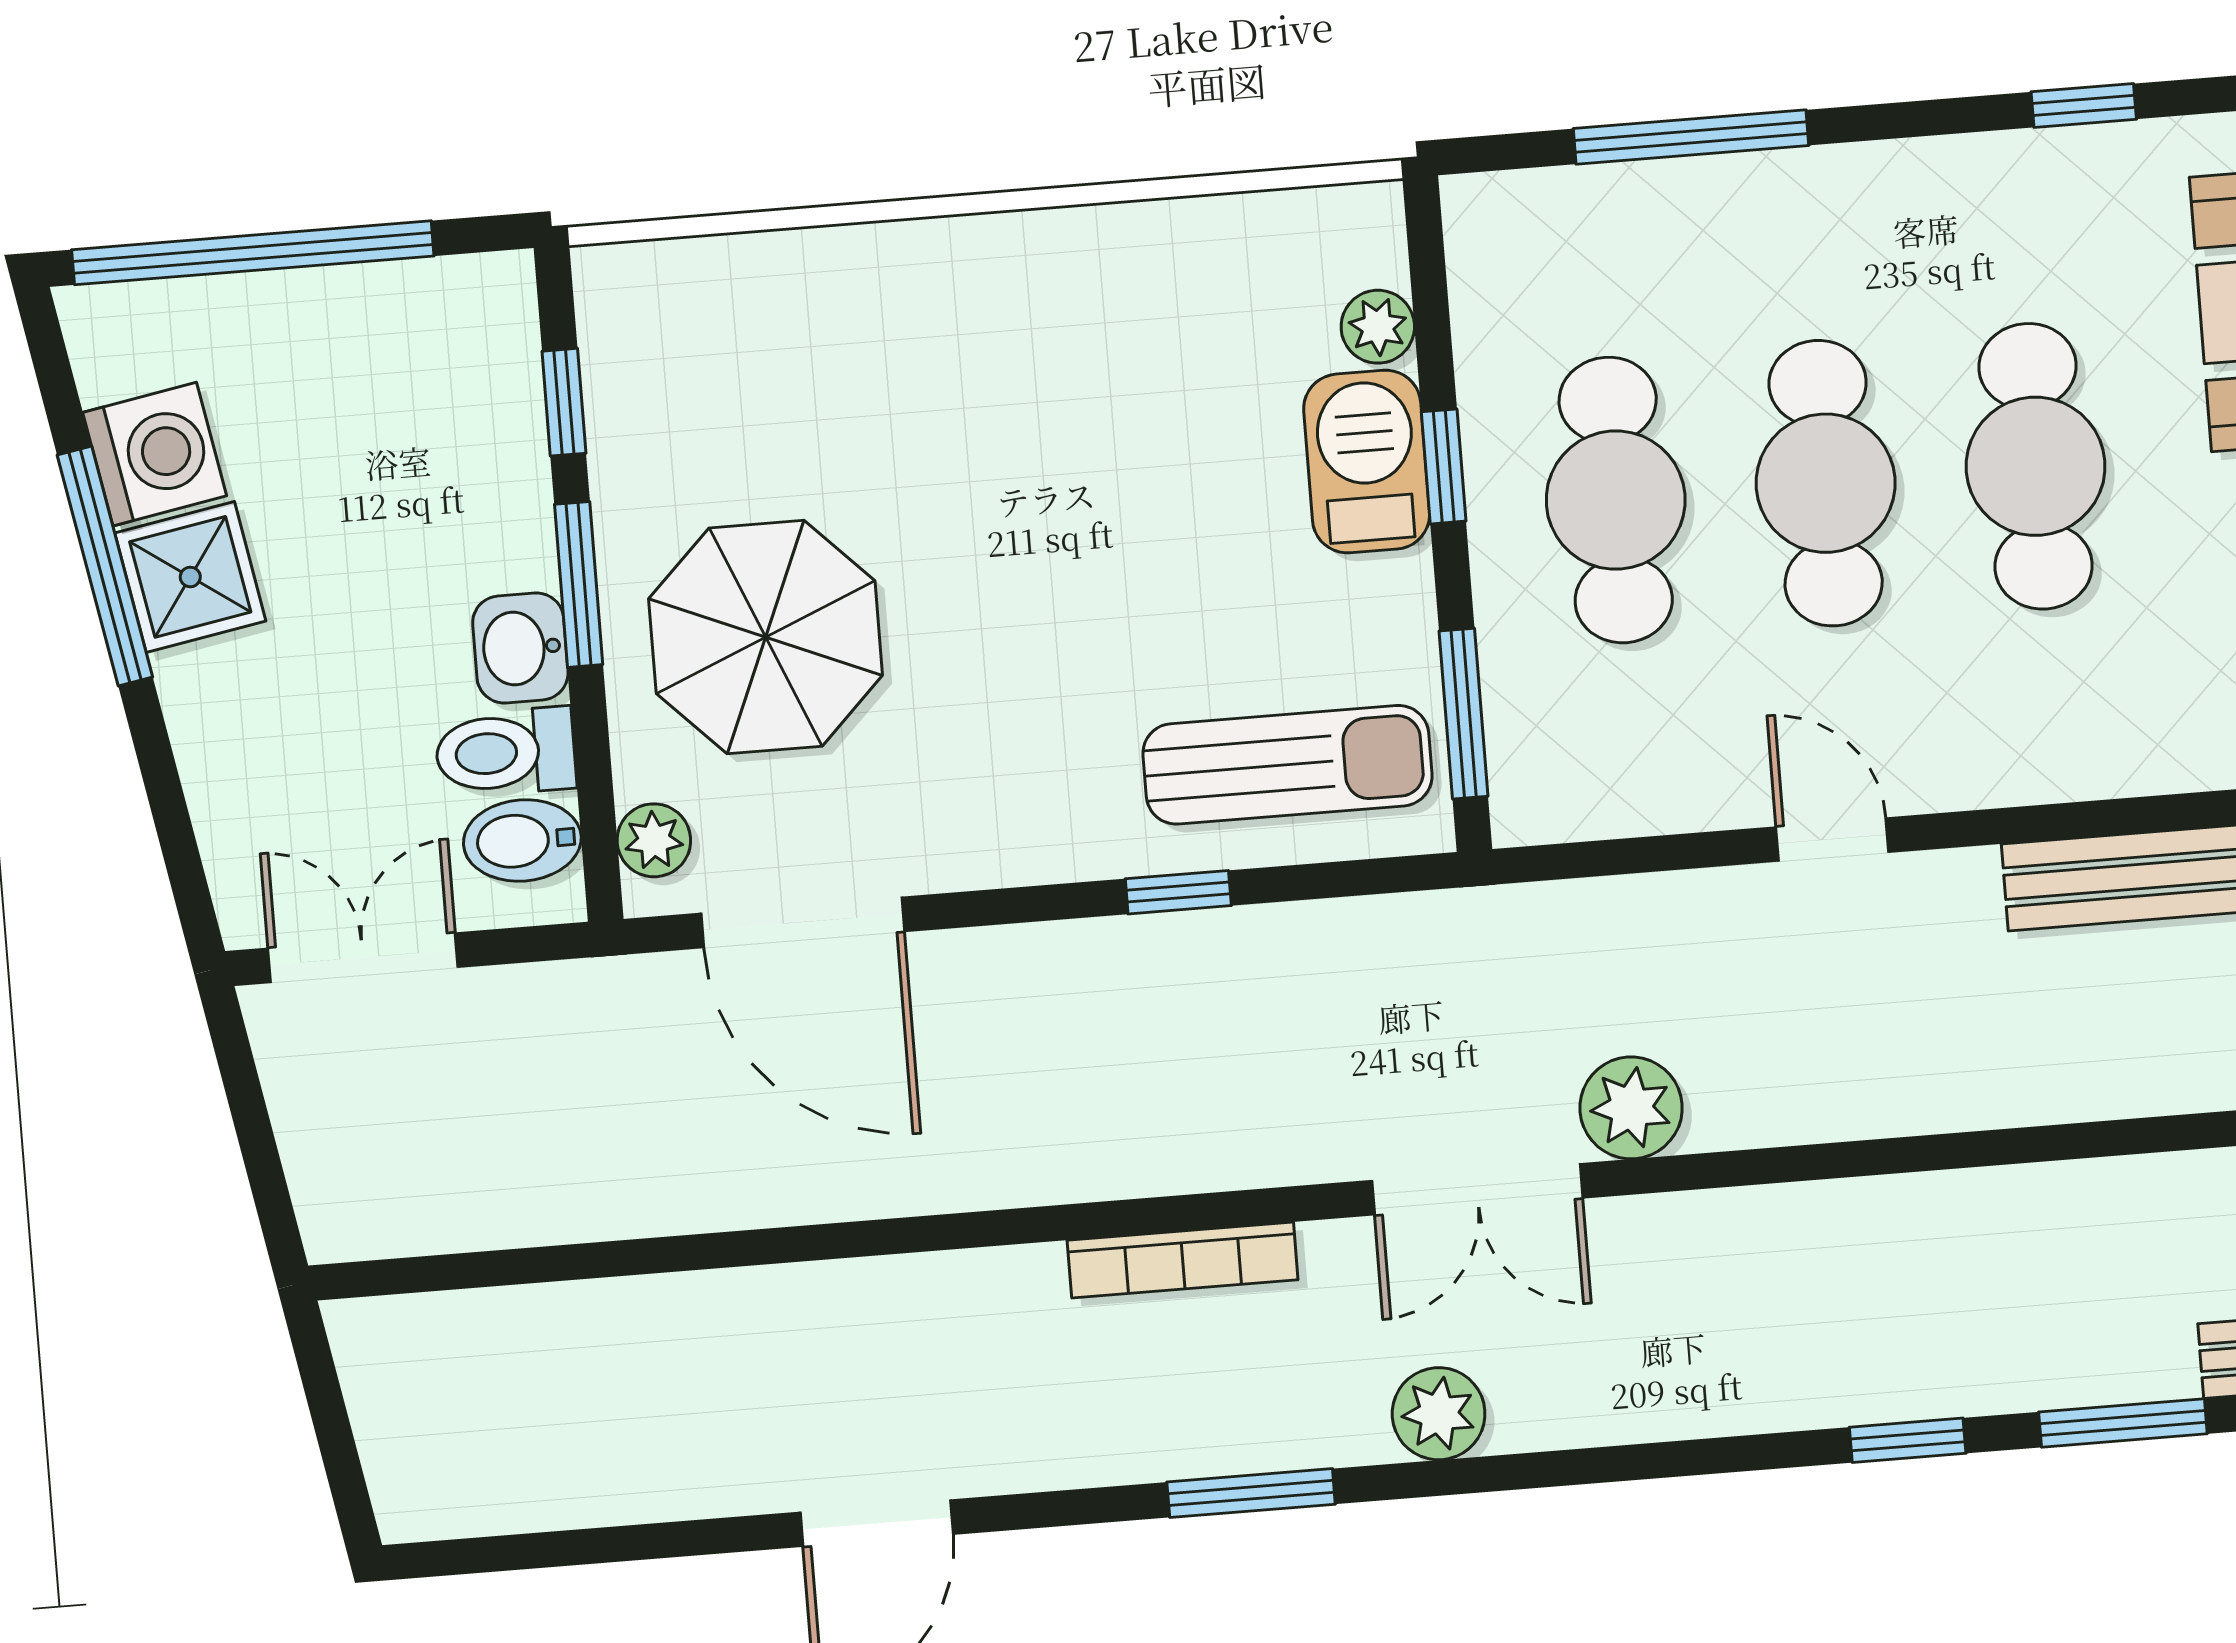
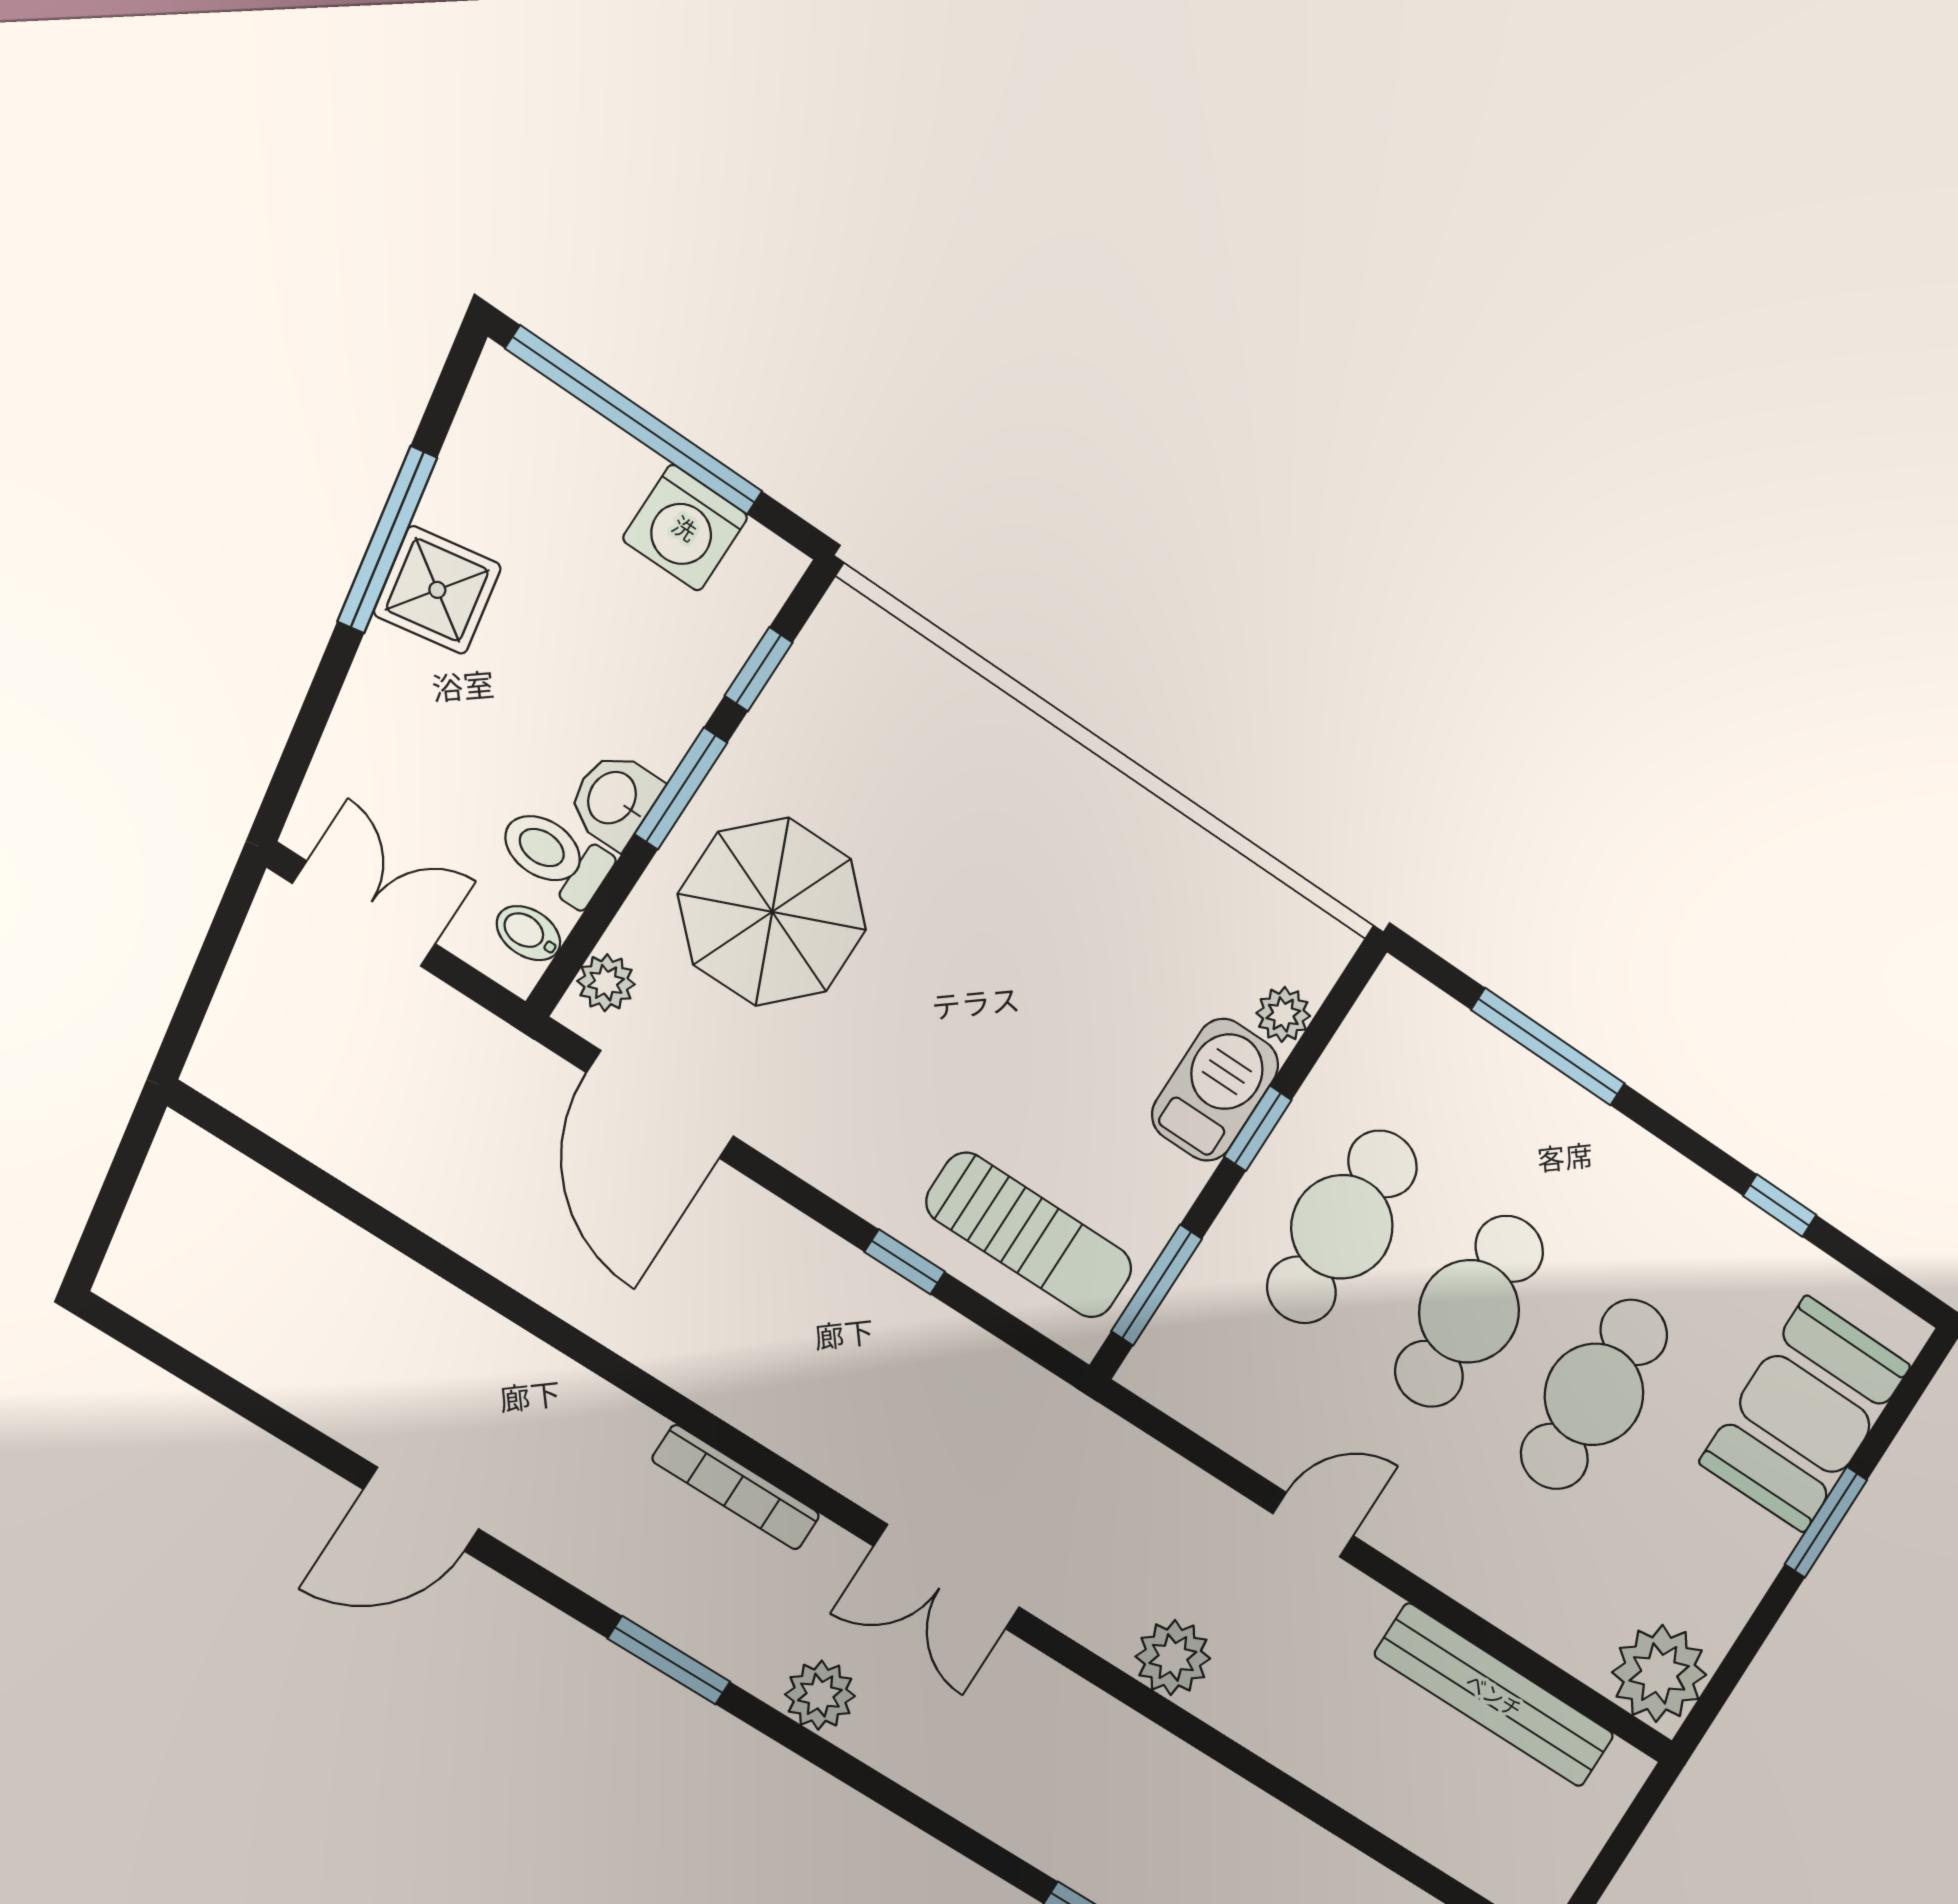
washing machine: (155, 454) -> (685, 528), moved, turned 100
bidet: (522, 840) -> (528, 933), width x0.72, depth x0.74
door: (1832, 840) -> (1313, 1525), hinge flipped
plant: (1631, 1108) -> (1173, 1658), moved

